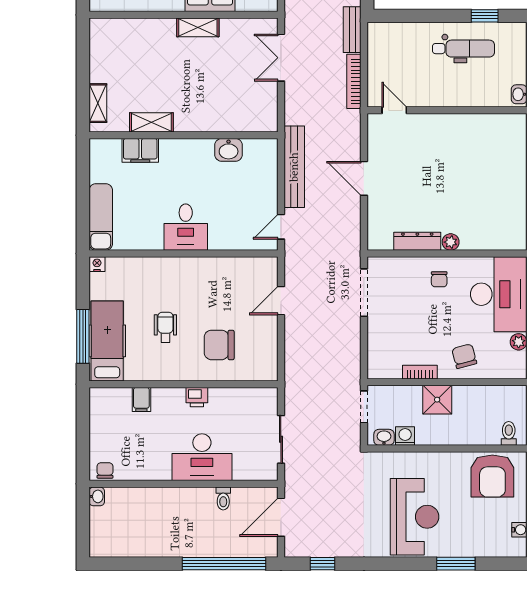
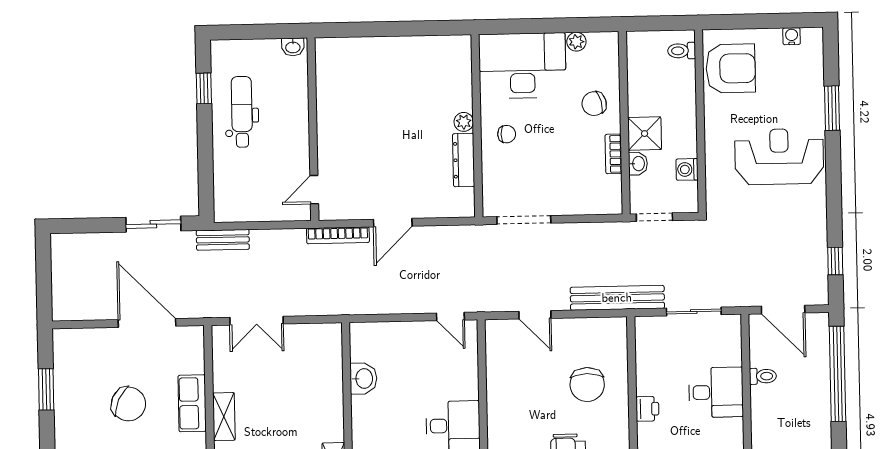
bookcase: (354, 81) -> (338, 235), moved
bench: (294, 167) -> (617, 298), moved
washbasin: (384, 437) -> (638, 164), moved, turned 180
desk: (202, 457) -> (716, 392), width x0.73

